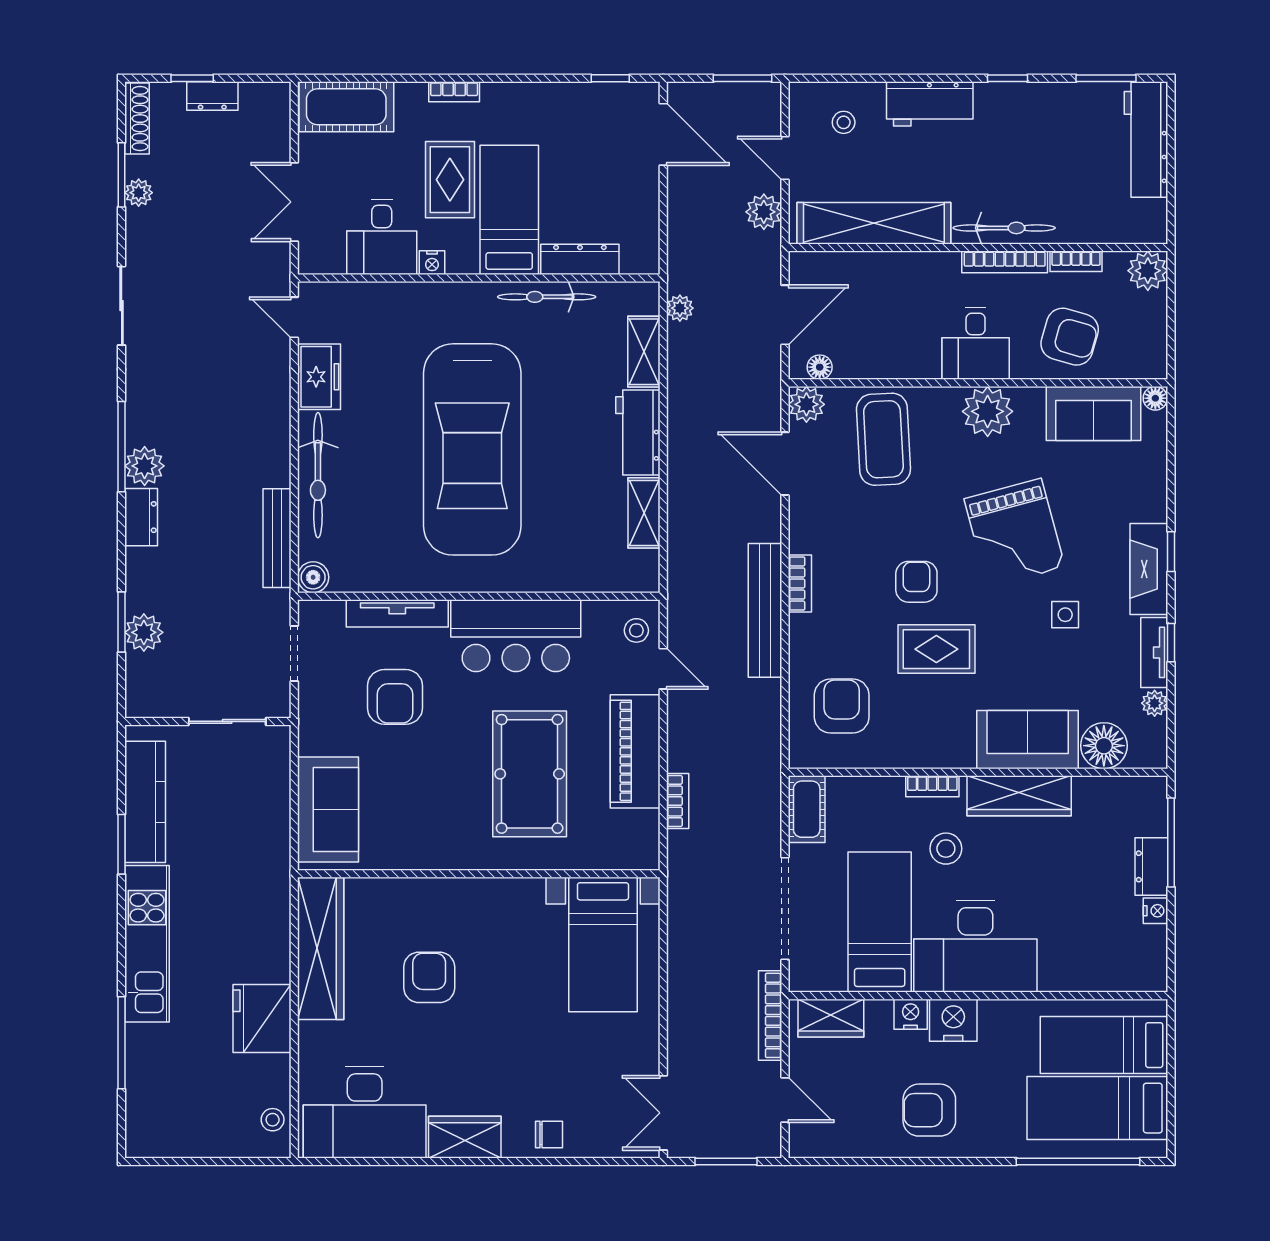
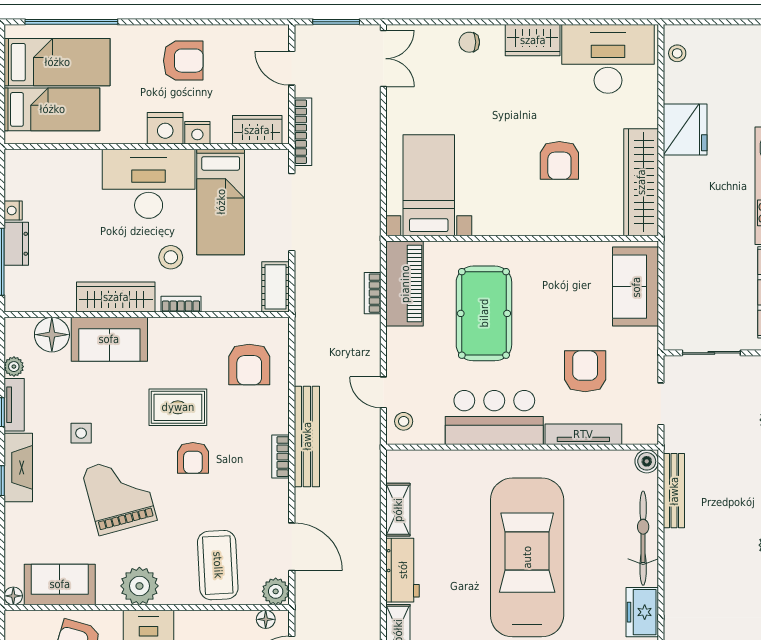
piano: (635, 751) -> (405, 284), moved

